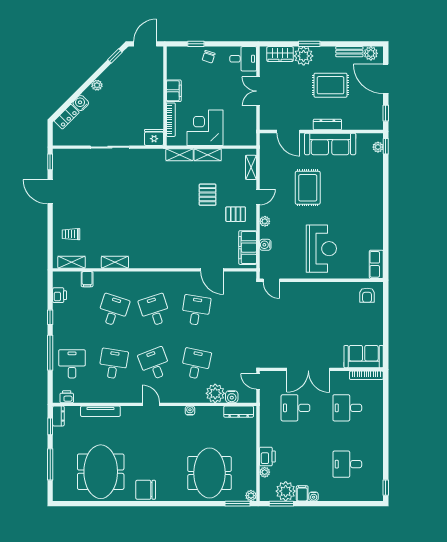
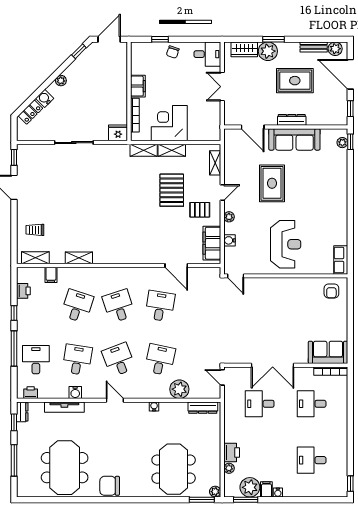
pallet: (208, 195) -> (172, 190), width x1.50, depth x1.42
water cooler: (232, 397) -> (75, 393), moved

